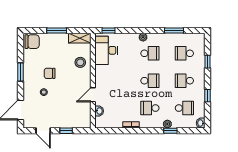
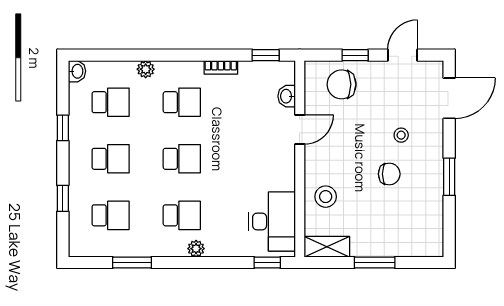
chair: (32, 42) -> (342, 84), moved
school desk: (150, 53) -> (182, 215), turned 180
school desk: (150, 81) -> (182, 159), turned 180
school desk: (184, 108) -> (111, 102), turned 180
door: (43, 131) -> (403, 55), hinge flipped
window: (170, 131) -> (266, 55), moved

